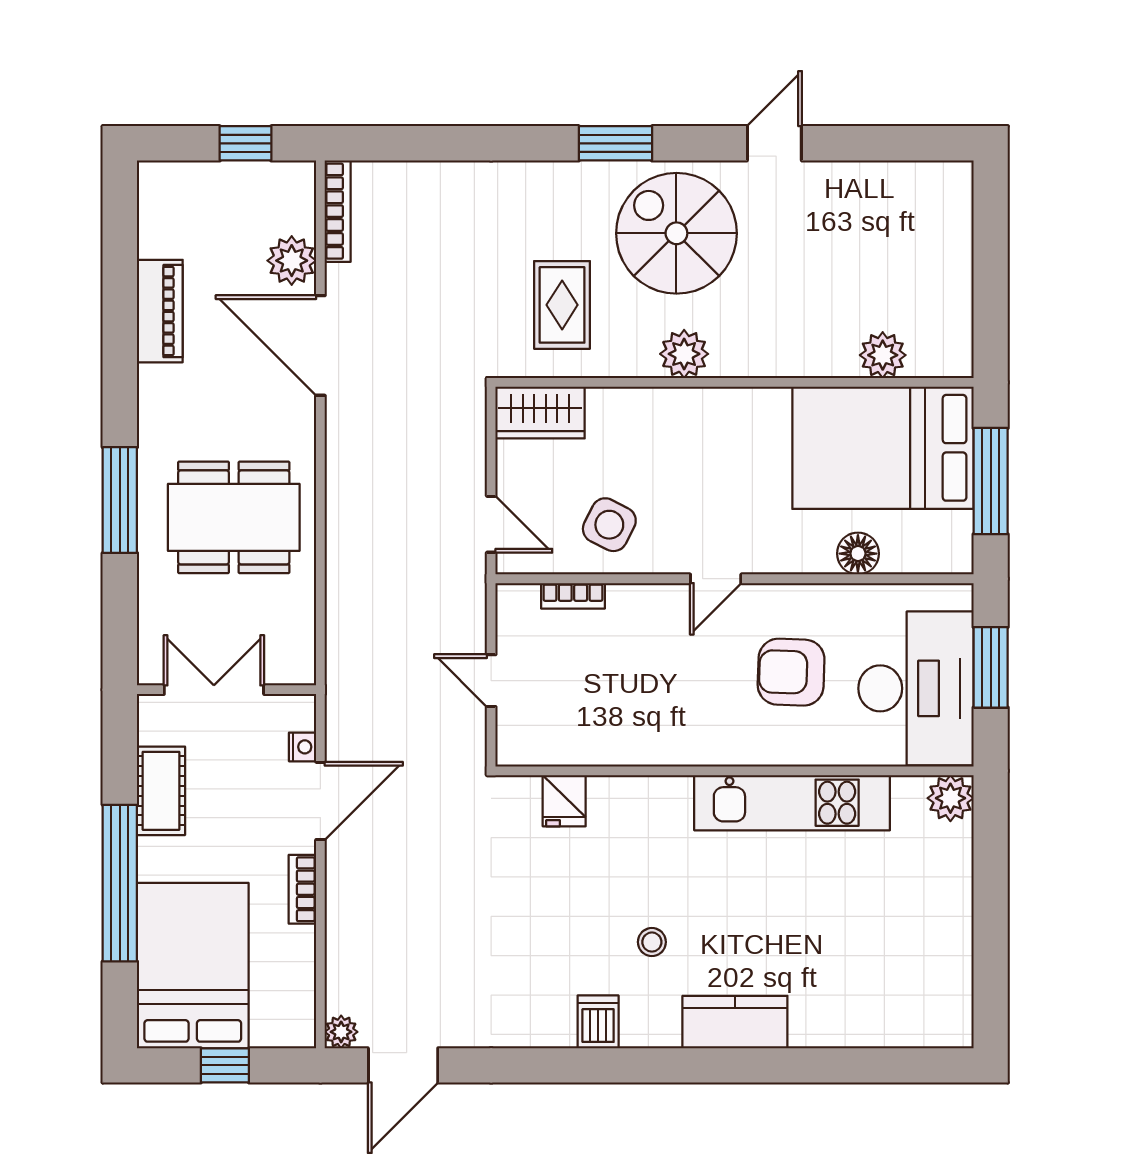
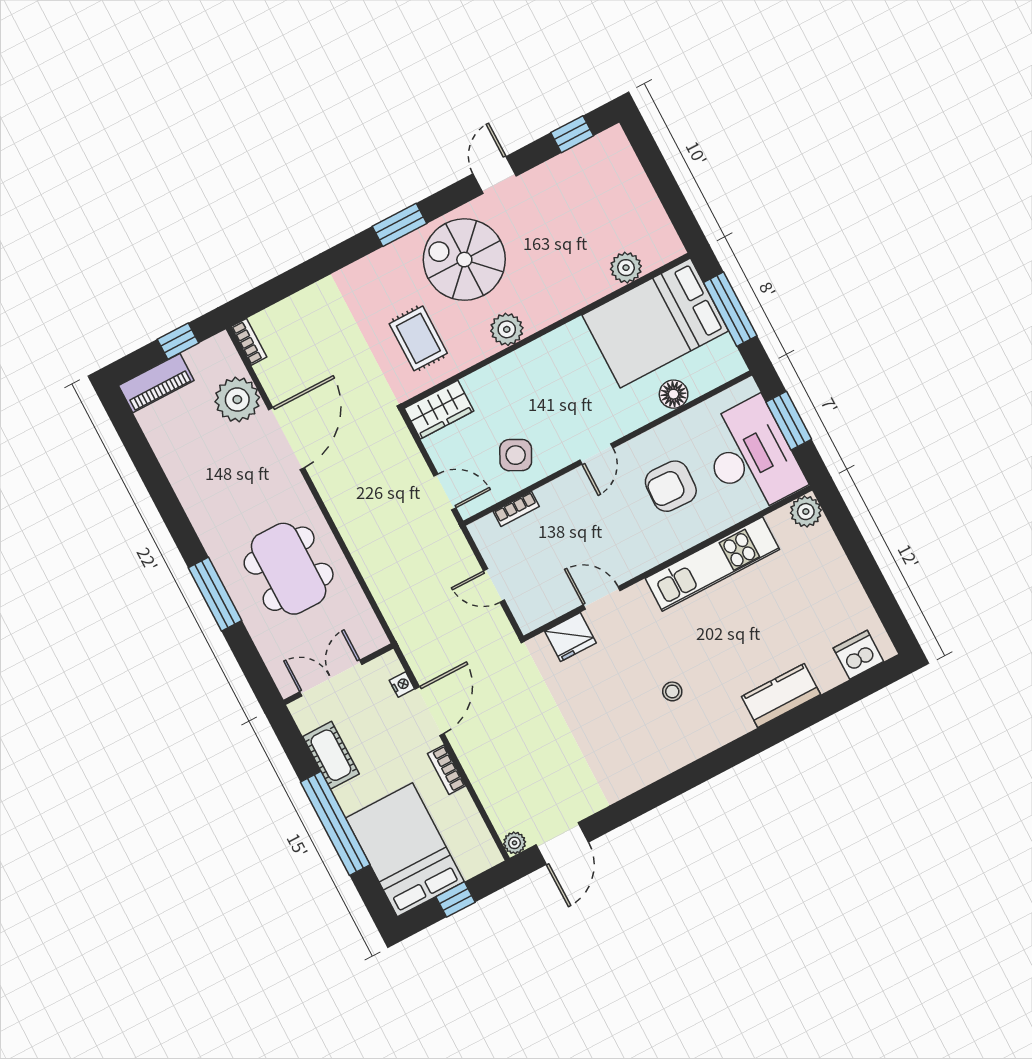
window: (904, 143) -> (572, 134), added
bookcase: (338, 211) -> (249, 342), width x0.64
plant: (292, 261) -> (237, 400), width x1.36, depth x1.36
piano: (160, 311) -> (156, 383), moved, turned 90
door: (320, 345) -> (286, 439), swing flipped
dining table: (234, 517) -> (289, 569), turned 90
door: (624, 771) -> (602, 598), added
fridge: (564, 801) -> (570, 637), width x1.38
dishwasher: (598, 1022) -> (858, 655), moved, width x1.38
kitchen counter: (735, 1022) -> (781, 695), moved

